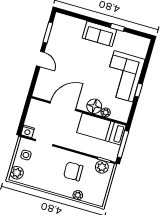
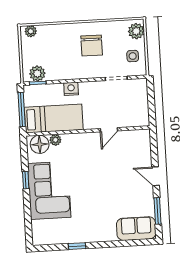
sofa: (100, 34) -> (136, 229), moved
door: (63, 106) -> (109, 130), width x0.53
floor lamp: (94, 106) -> (40, 144), moved
nightstand: (28, 131) -> (71, 89), moved
chair: (73, 171) -> (92, 45), moved, turned 91
plant: (78, 195) -> (31, 31), moved

